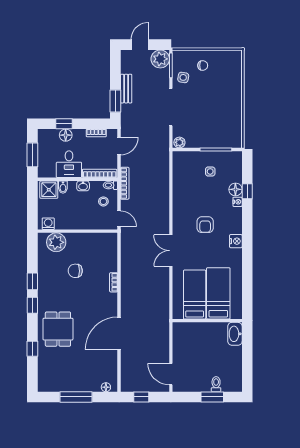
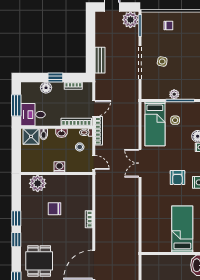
side table: (183, 77) -> (162, 62), moved
bench: (126, 89) -> (100, 60), moved
window: (115, 101) -> (90, 57), removed
window: (64, 124) -> (55, 78), moved
plant: (179, 142) -> (174, 94), moved
door: (119, 146) -> (94, 108), moved
desk: (69, 164) -> (33, 115), moved, turned 90
washing machine: (48, 224) -> (59, 167), moved
armchair: (205, 225) -> (177, 178), moved
double door: (171, 251) -> (140, 163), moved
bed: (195, 295) -> (155, 124), moved, turned 180

